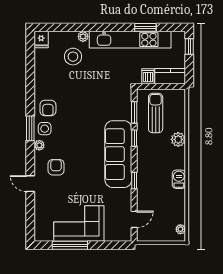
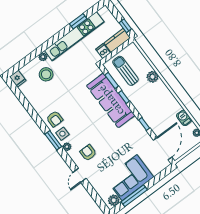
window: (189, 47) -> (125, 26), moved
sofa: (118, 154) -> (111, 100), moved
barbecue: (179, 179) -> (184, 118), moved
door: (30, 184) -> (80, 175), hinge flipped
door: (134, 219) -> (163, 149), width x1.88
plant: (46, 234) -> (114, 200), added

